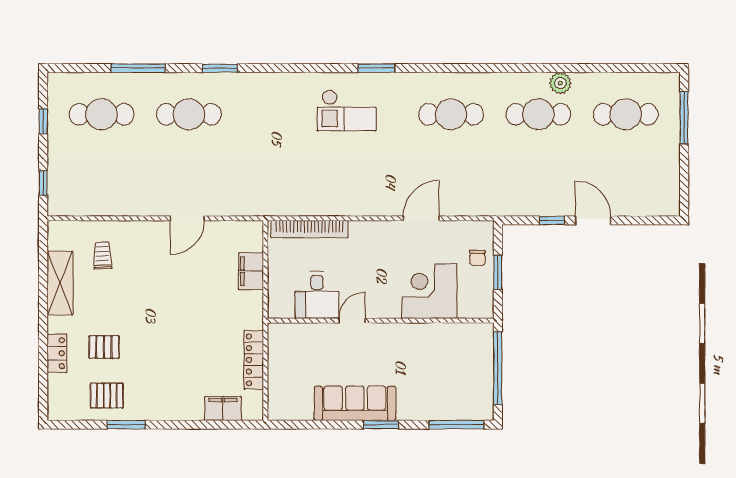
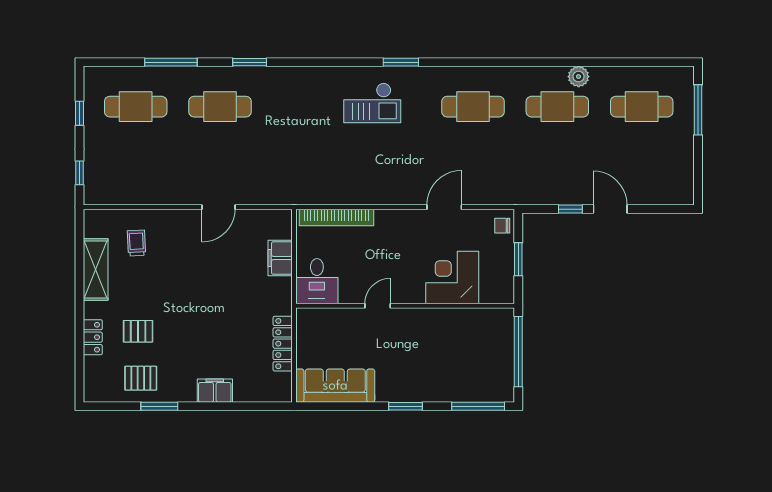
chair: (477, 258) -> (502, 226), moved, turned 90
desk: (317, 295) -> (317, 281), moved
sofa: (355, 403) -> (335, 386), moved
filing cabinet: (223, 409) -> (215, 391), moved

